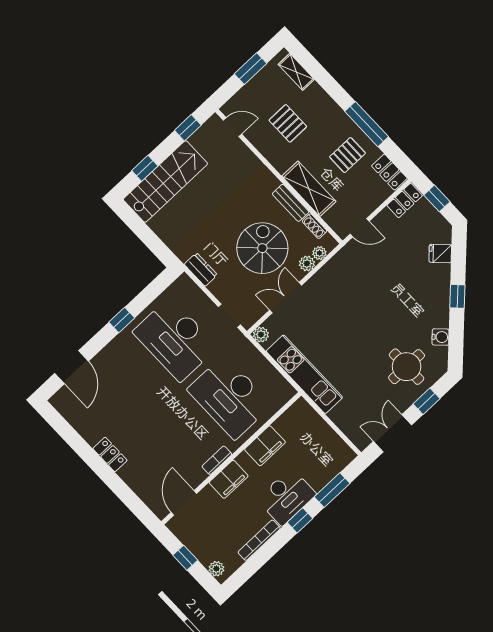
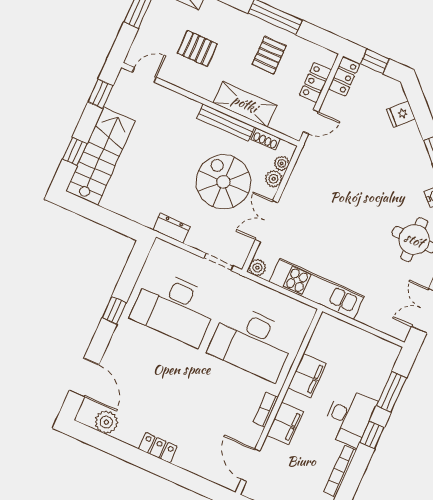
locker: (389, 172) -> (315, 82), moved, turned 90
bench: (291, 203) -> (226, 123), width x1.36
plant: (75, 414) -> (106, 422), added

